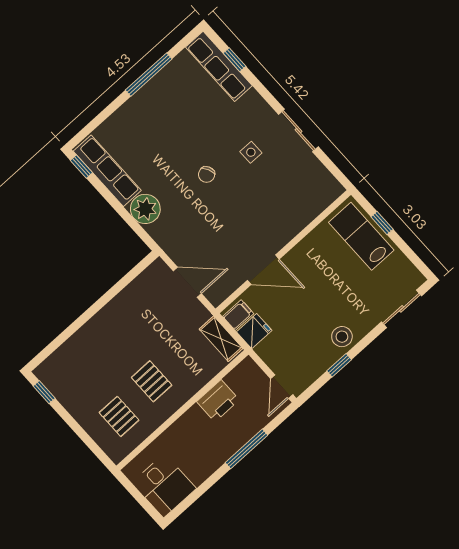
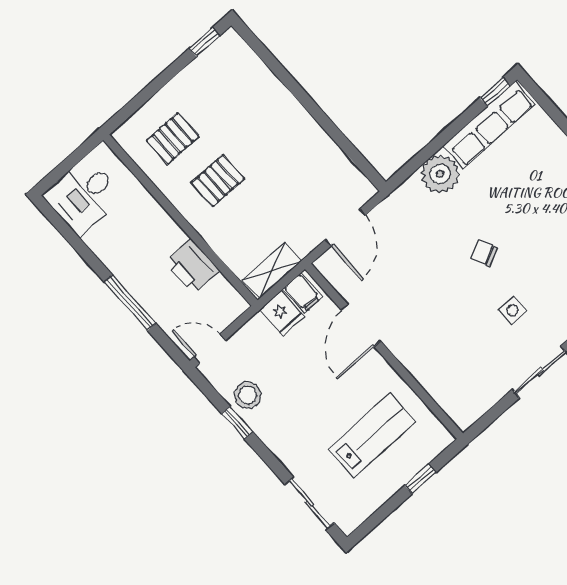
lab bench: (361, 236) -> (372, 435), moved
stool: (342, 337) -> (248, 395), moved

